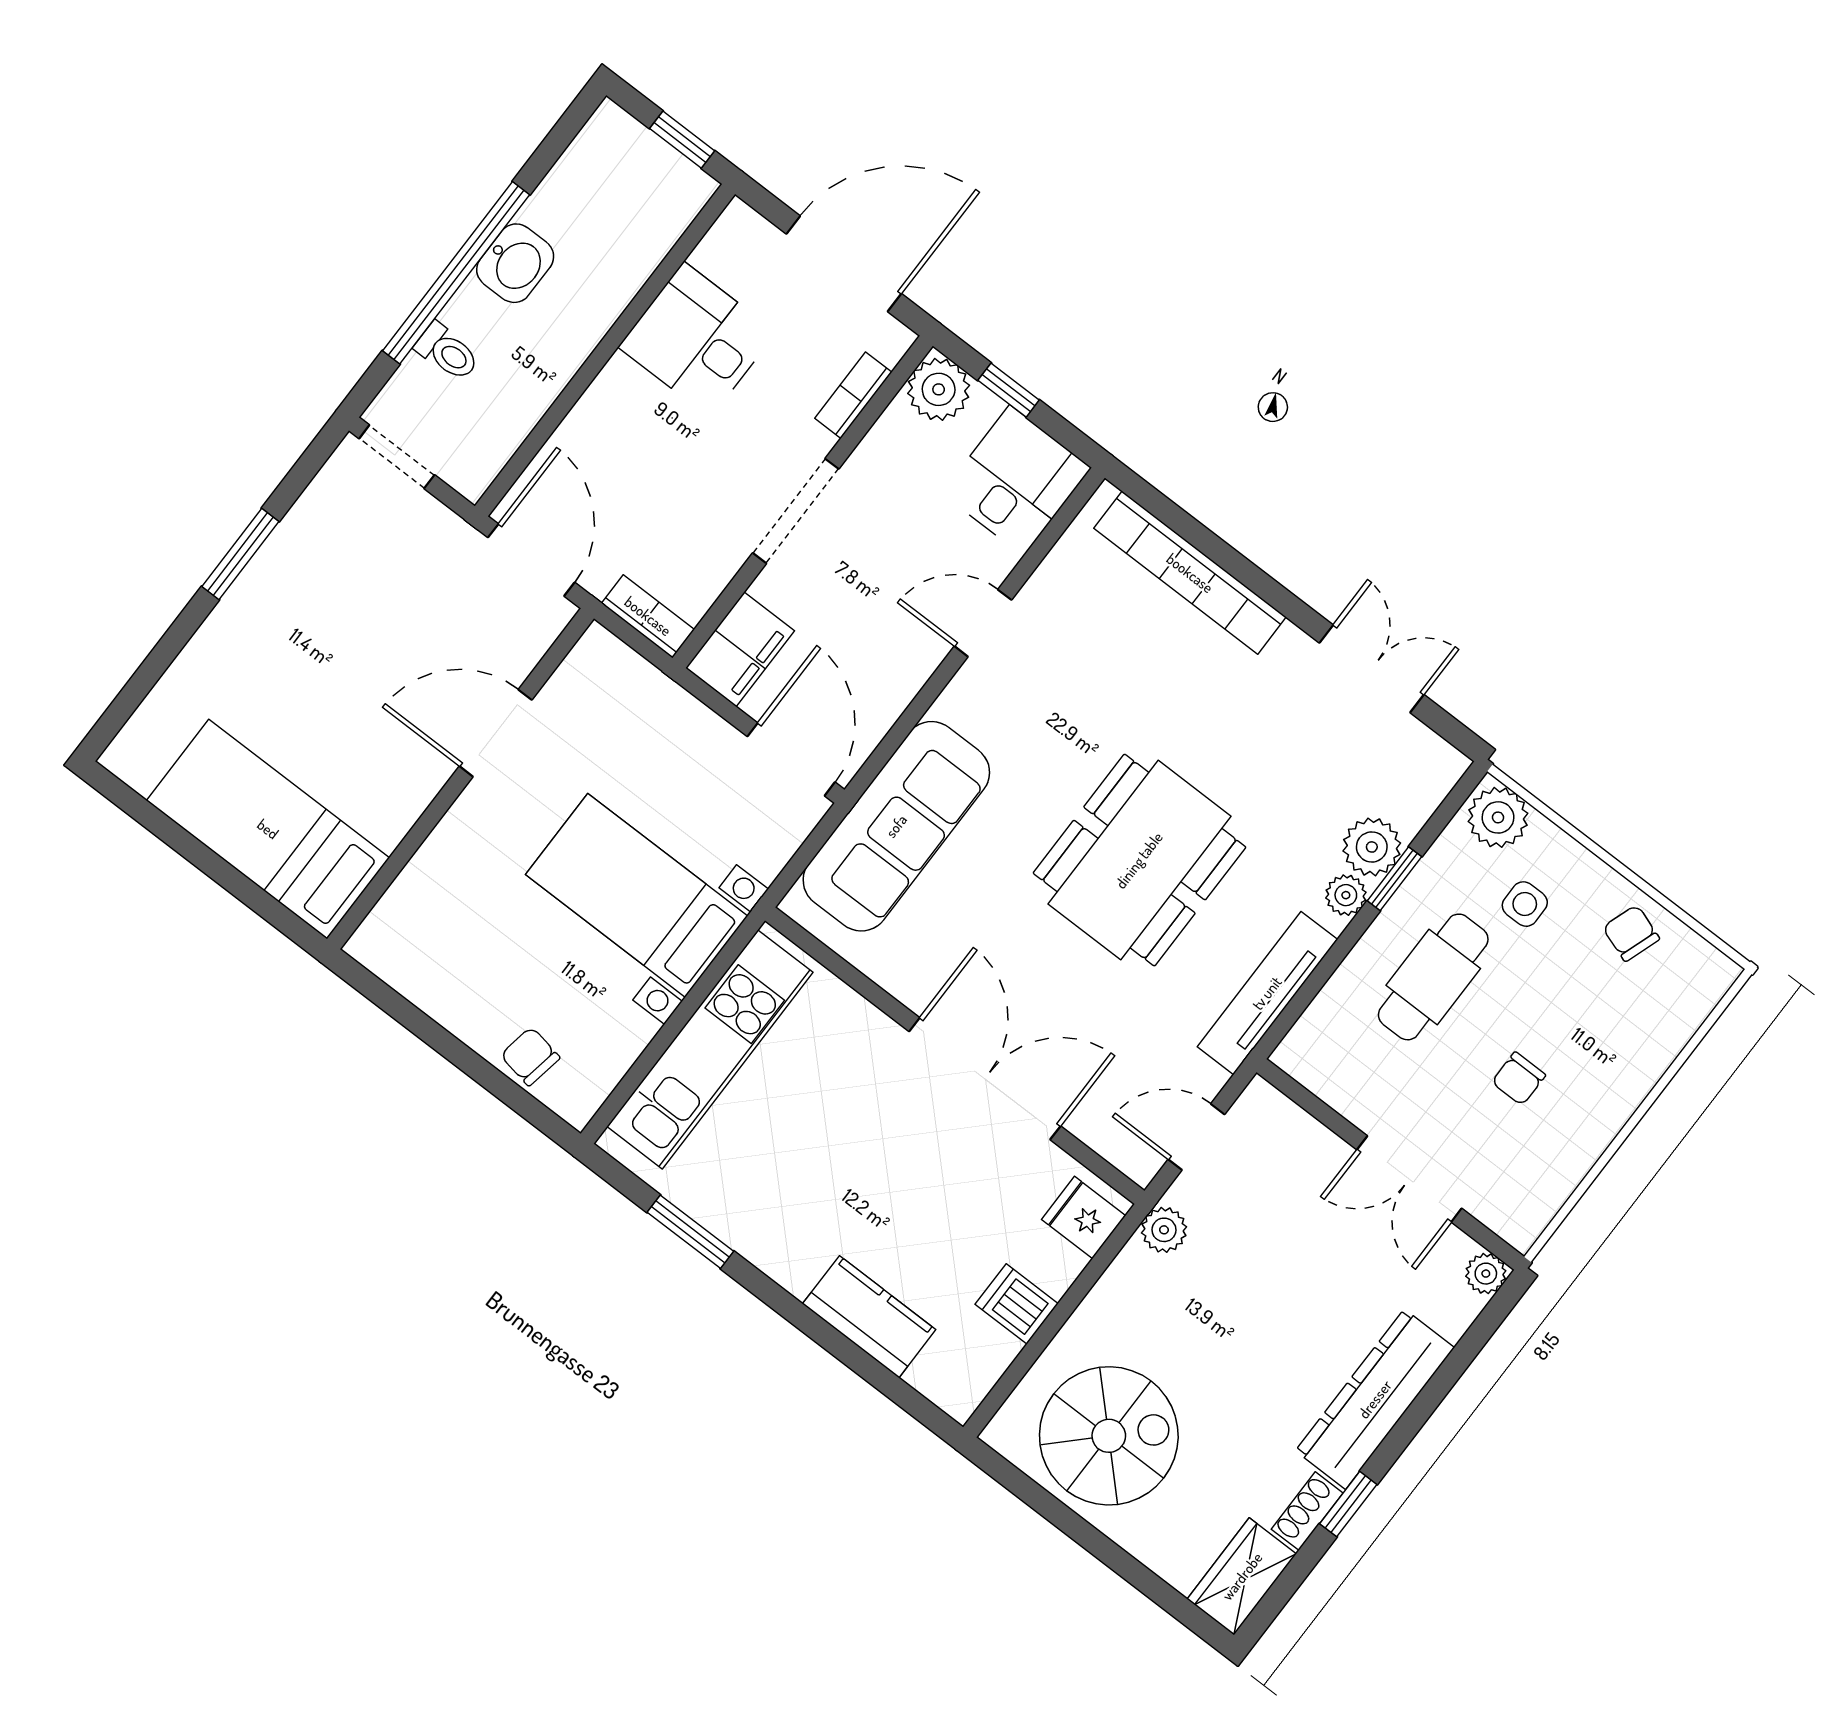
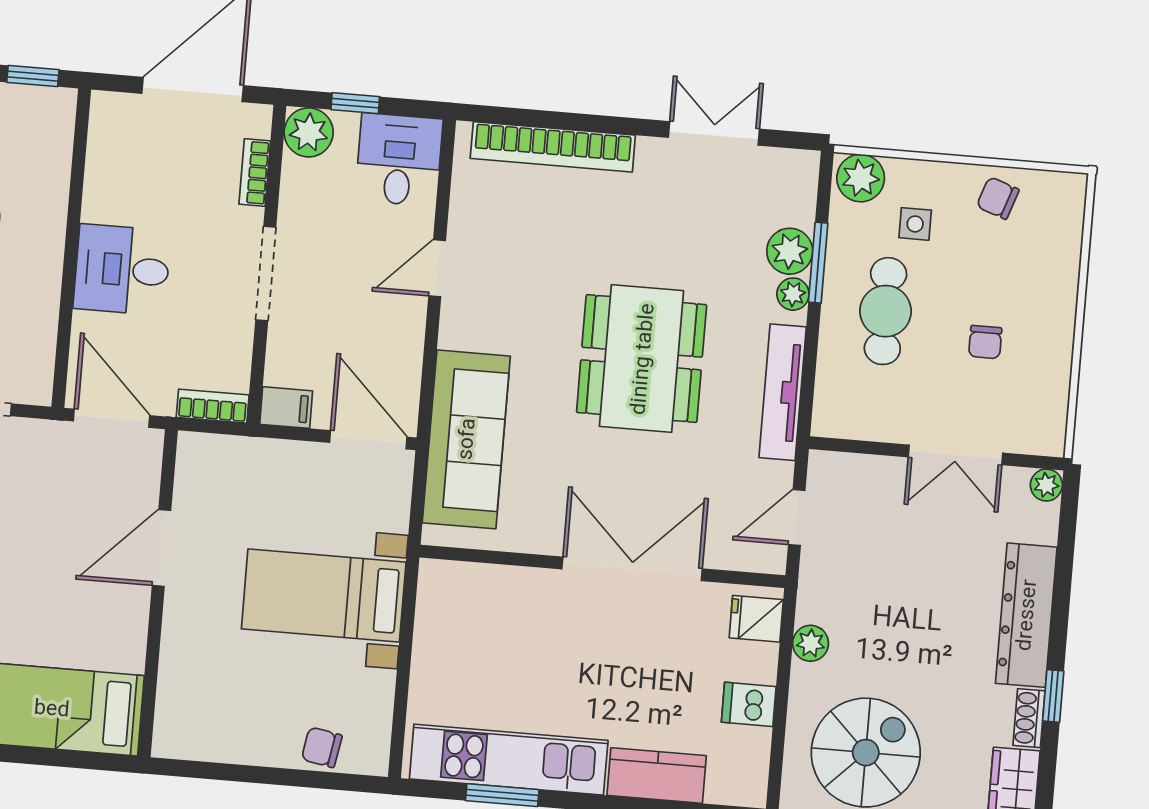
desk: (697, 340) -> (122, 270), moved
filing cabinet: (740, 649) -> (286, 408), width x0.50
window: (1394, 879) -> (818, 263), width x1.50
kitchen unit: (710, 1049) -> (509, 760), moved, turned -90
plant: (1164, 1230) -> (811, 643), moved

